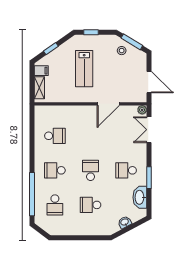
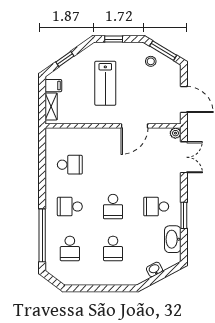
double door: (149, 130) -> (184, 157), swing flipped
school desk: (91, 170) -> (113, 207), turned 180
school desk: (91, 205) -> (113, 248), turned -90

